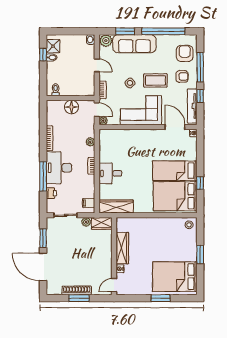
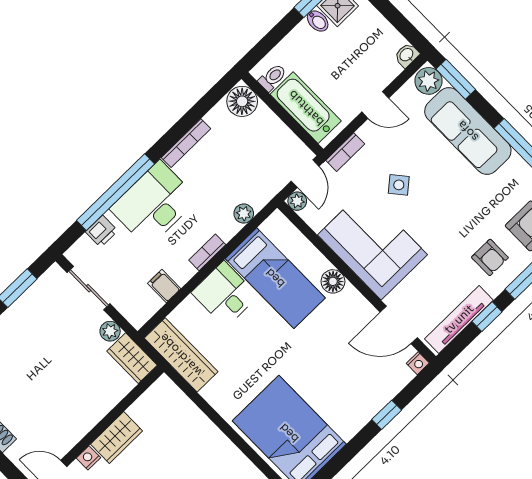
window: (125, 31) -> (456, 79), moved
door: (97, 65) -> (375, 105), hinge flipped
coffee table: (155, 80) -> (442, 221), removed
bathtub: (76, 89) -> (306, 108), added
floor lamp: (72, 107) -> (242, 101), moved
door: (175, 127) -> (399, 325), swing flipped
floor lamp: (140, 135) -> (333, 281), added
bed: (175, 171) -> (275, 278), moved, turned 180
window: (43, 176) -> (116, 192), width x1.46
window: (200, 183) -> (387, 415), moved
filing cabinet: (89, 203) -> (164, 286), moved
wardrobe: (122, 248) -> (117, 438), width x0.67

